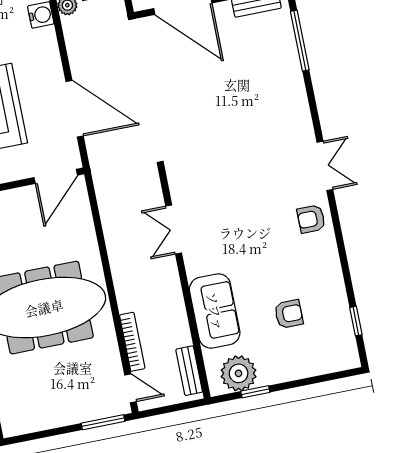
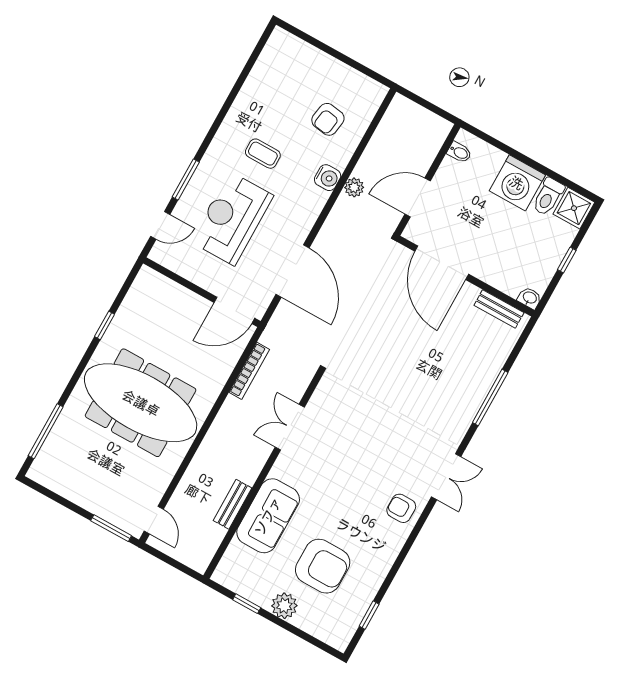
window: (300, 41) -> (490, 397), moved
armchair: (289, 314) -> (323, 566), width x1.88, depth x1.88
bookcase: (132, 342) -> (249, 371), moved
bench: (189, 371) -> (233, 504), moved
plant: (239, 373) -> (284, 606), moved, width x0.73, depth x0.73

